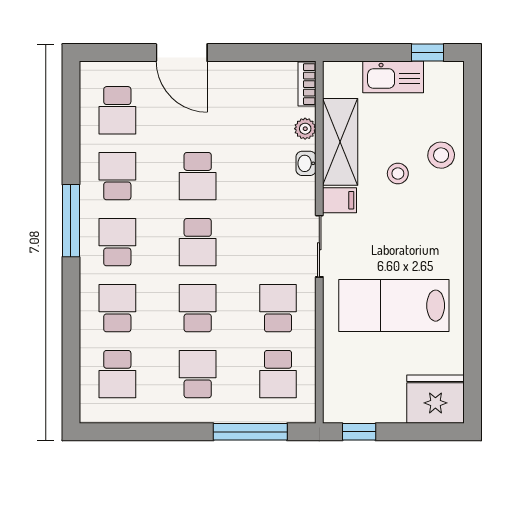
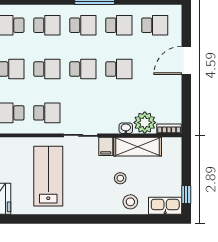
kitchen sink: (393, 77) -> (165, 206), moved, turned 90
school desk: (117, 110) -> (155, 25), turned 180
plant: (305, 129) -> (145, 123), width x1.88, depth x1.88
school desk: (198, 176) -> (119, 69), turned 180
school desk: (198, 242) -> (83, 69), turned 180

